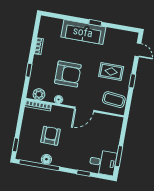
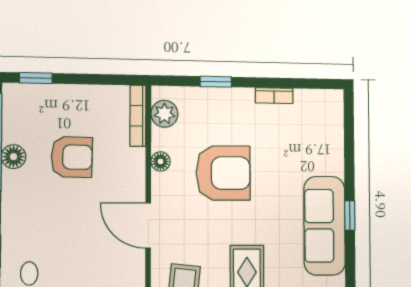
sofa: (83, 32) -> (324, 226), moved
armchair: (68, 74) -> (223, 173), turned -90

